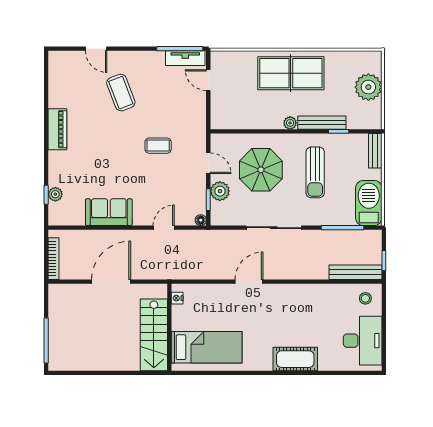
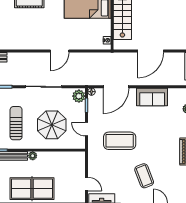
coffee table: (158, 146) -> (120, 141), width x1.86, depth x1.72
plant: (220, 191) -> (79, 96), moved
door: (164, 228) -> (116, 87), width x1.88

